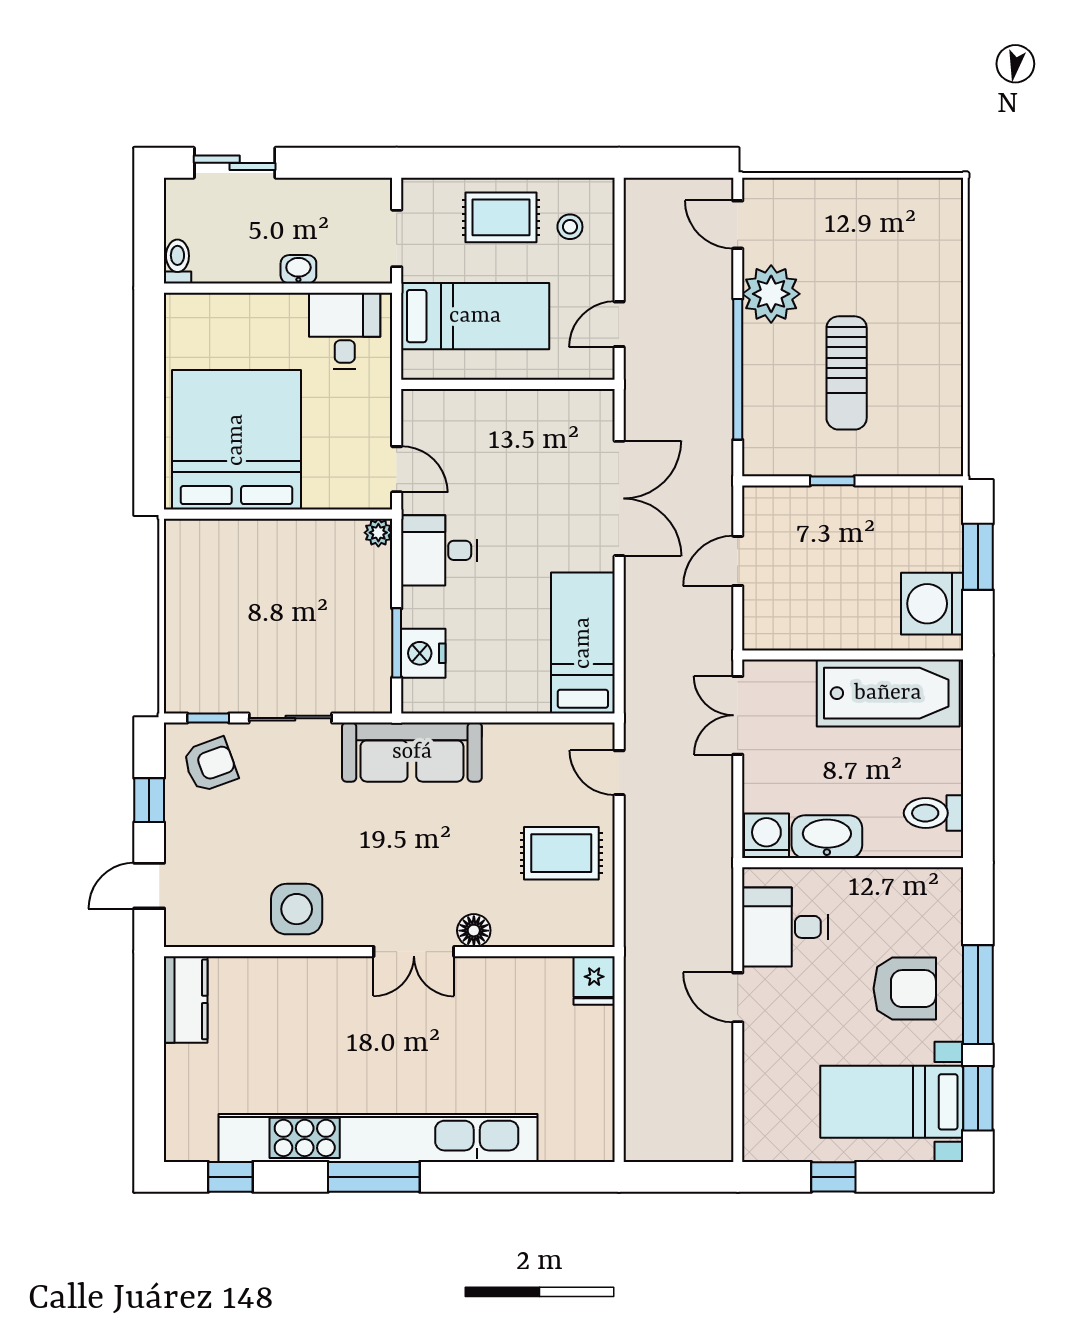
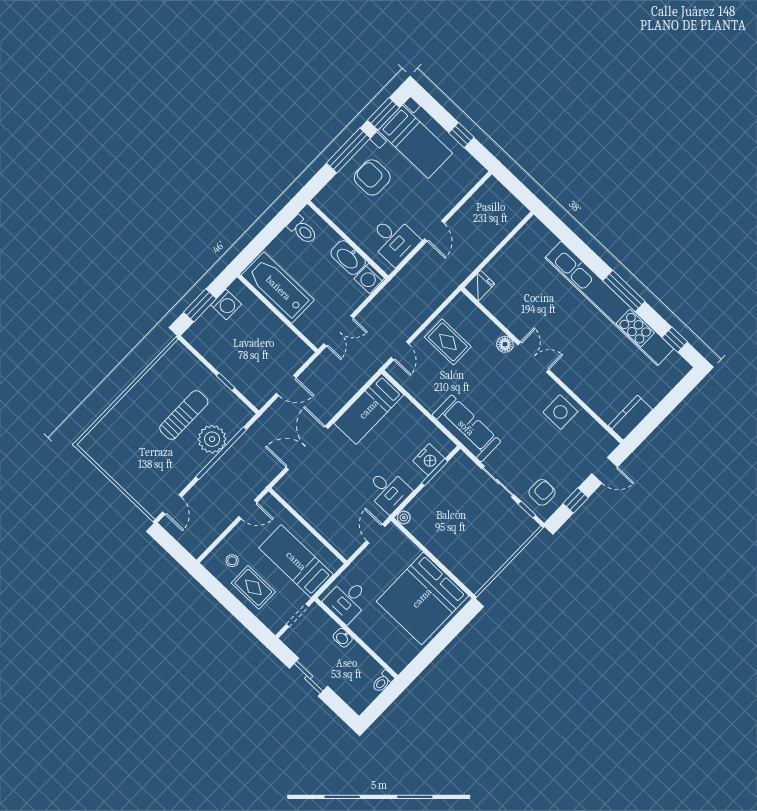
sliding door: (235, 163) -> (309, 677), moved
plant: (771, 294) -> (212, 439), moved
washing machine: (932, 604) -> (226, 304), width x0.73, depth x0.73
armchair: (210, 765) -> (542, 492), turned 111

